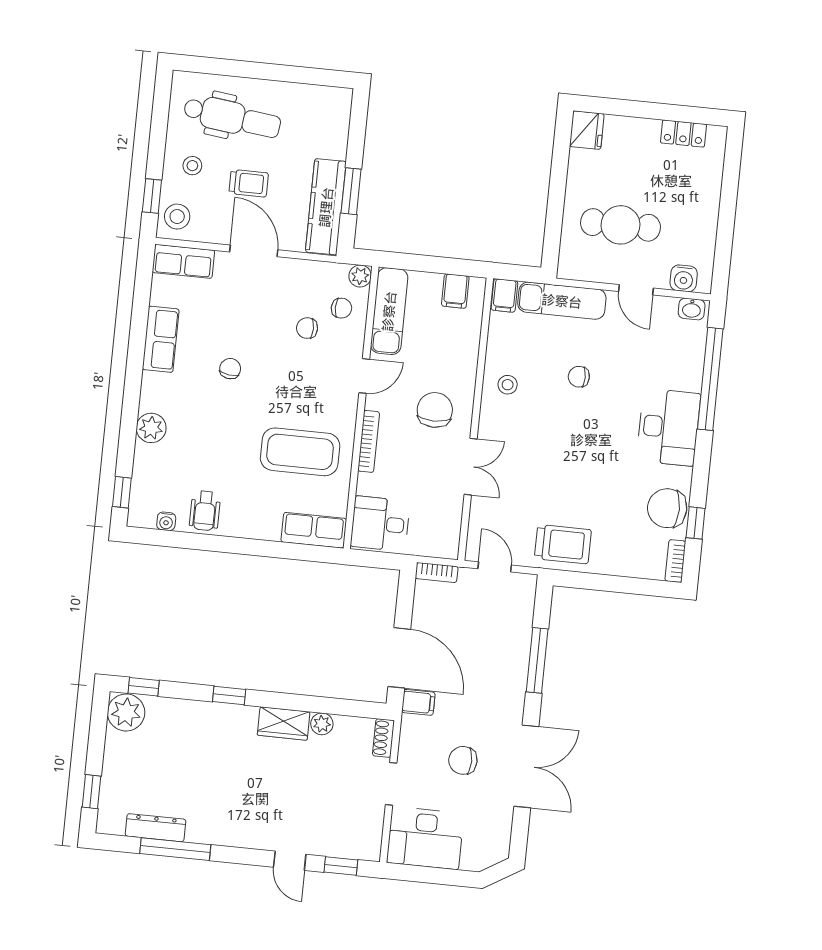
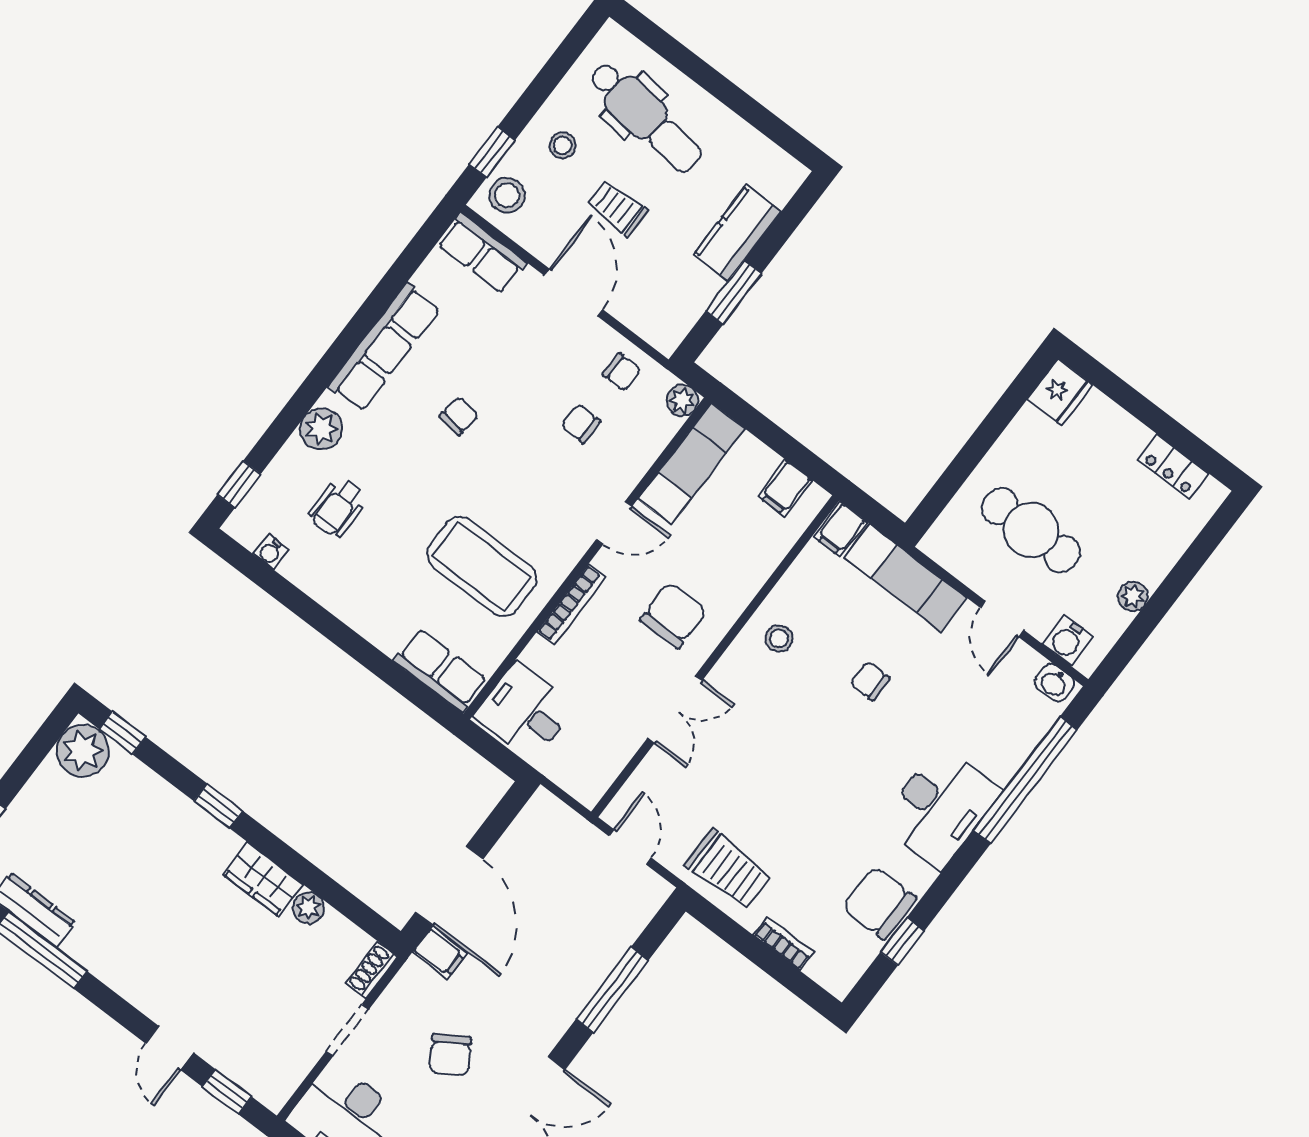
trolley: (249, 183) -> (617, 208), turned 180
kitchen counter: (326, 207) -> (737, 233), moved, width x0.67
plant: (707, 227) -> (1133, 596), added
chair: (341, 308) -> (622, 372), moved
row of seats: (161, 339) -> (384, 347), width x1.48
wheelchair: (205, 511) -> (338, 507), moved
bookcase: (675, 561) -> (783, 943), moved, turned 90
bookcase: (437, 573) -> (556, 811), removed
chair: (463, 760) -> (450, 1055), turned -122

